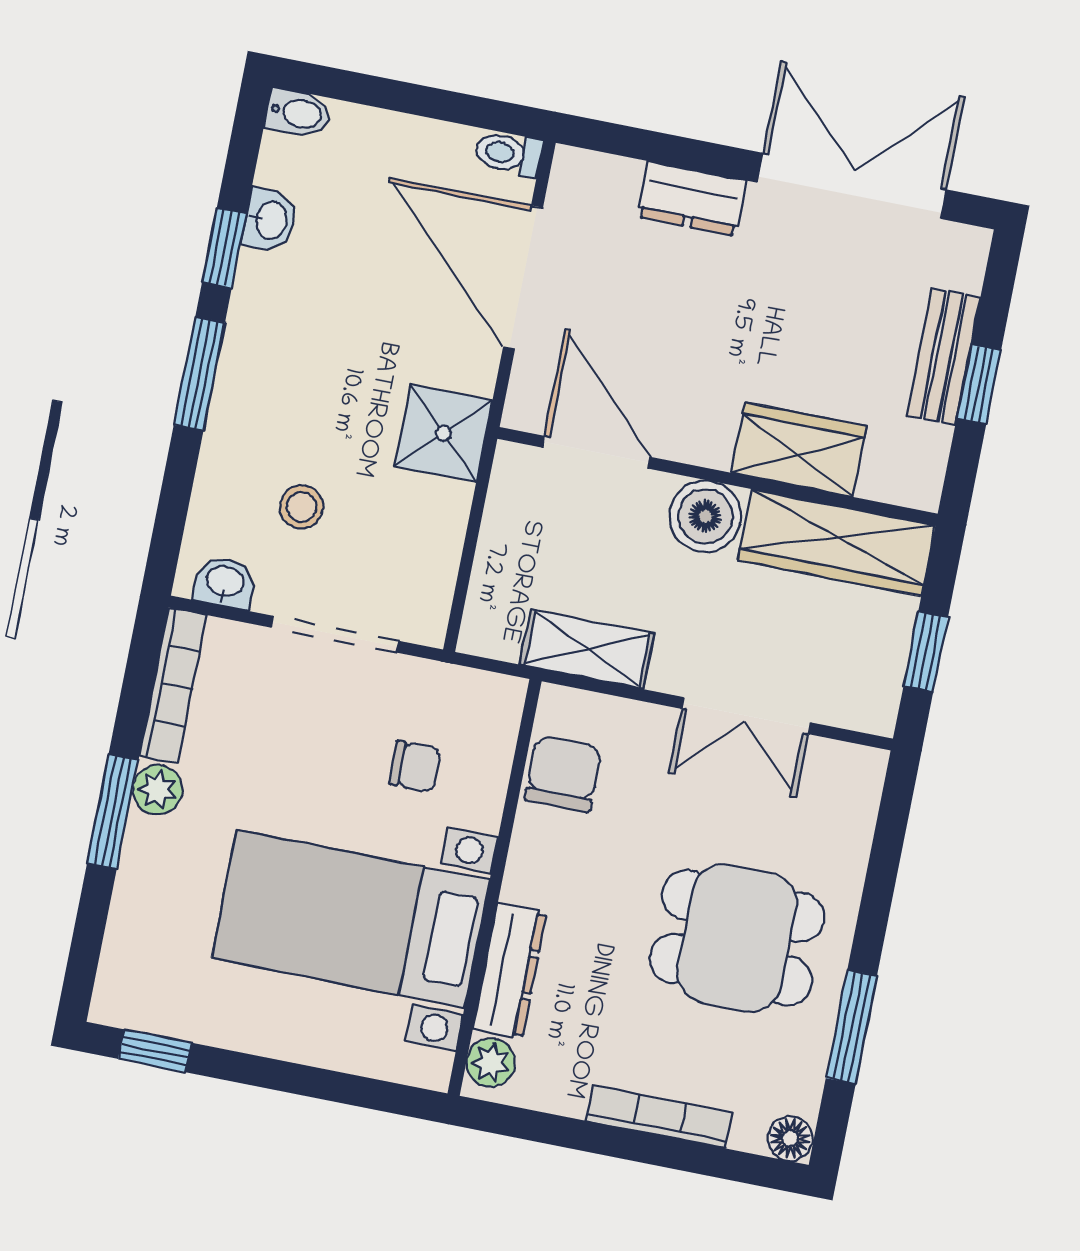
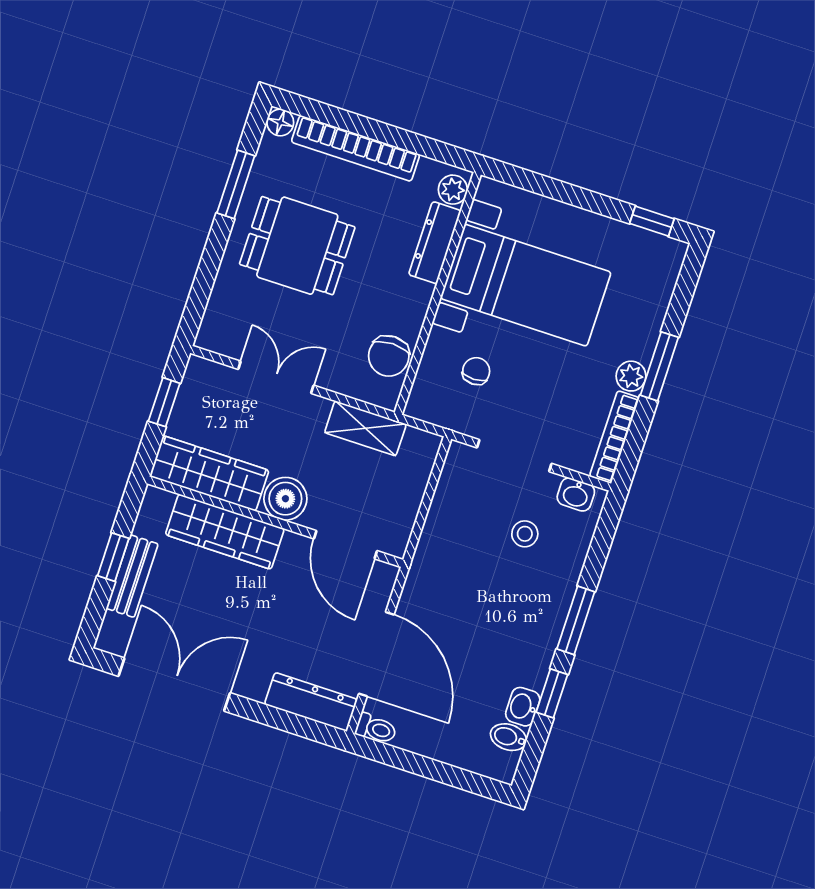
bidet: (298, 113) -> (508, 737), moved
double door: (852, 186) -> (174, 684), swing flipped
dresser: (692, 199) -> (311, 702), moved, width x1.44
shower: (443, 433) -> (435, 567), removed
wardrobe: (799, 449) -> (225, 532), width x1.50
chair: (415, 766) -> (476, 371), turned 90
bookcase: (659, 1117) -> (355, 148), width x1.48, depth x1.31

